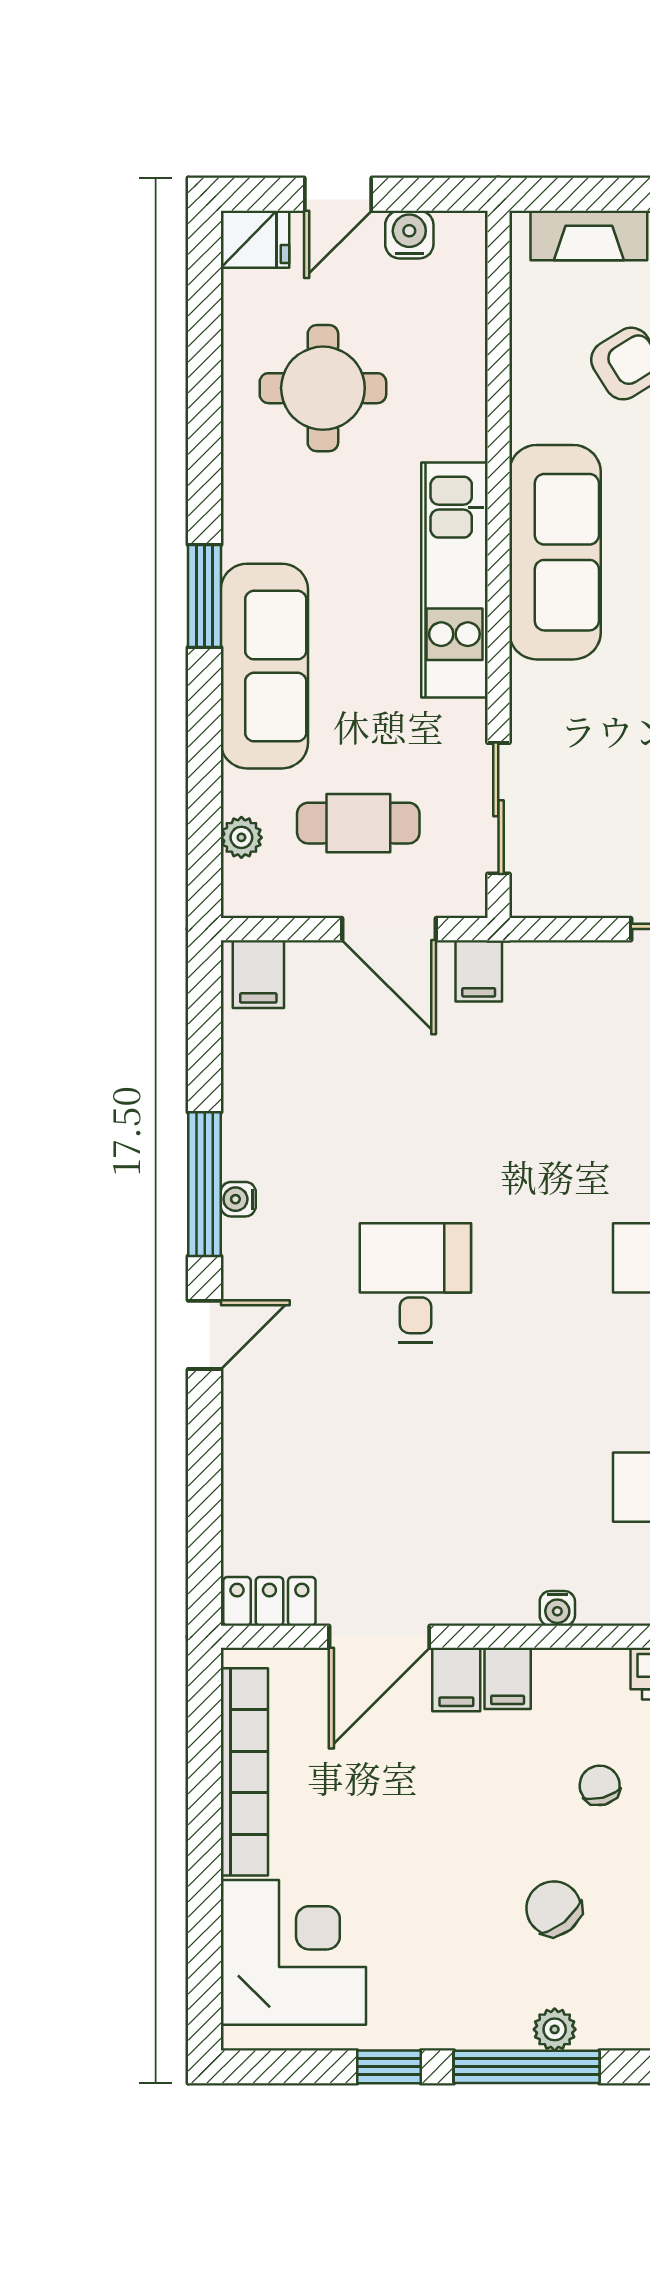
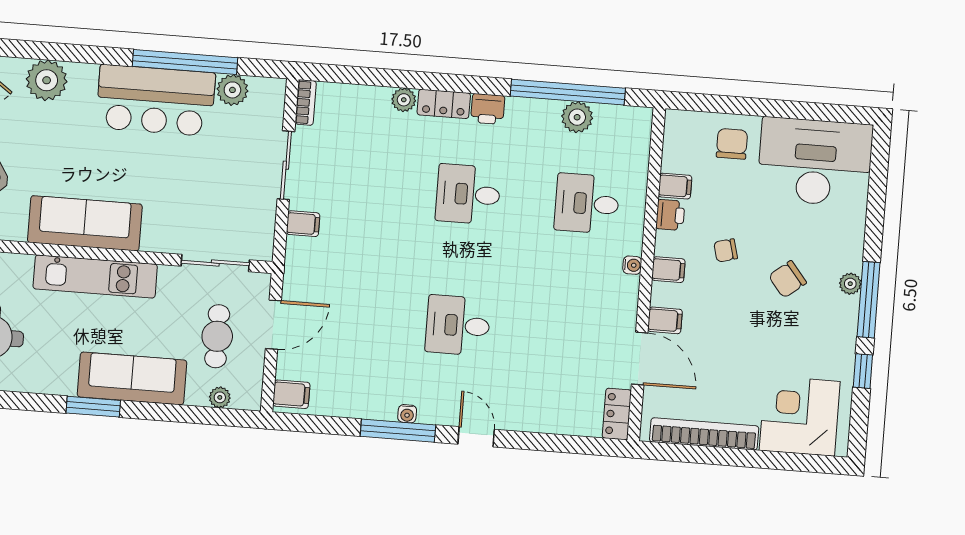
filing cabinet: (479, 971) -> (303, 224), moved
filing cabinet: (508, 1678) -> (668, 270), moved

